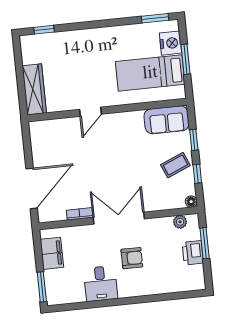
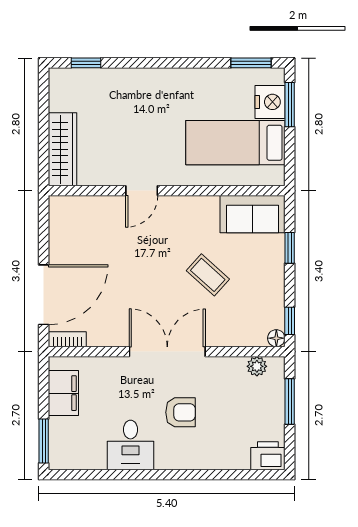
window: (186, 59) -> (290, 105), moved
coffee table: (175, 165) -> (208, 275), moved, turned 65
window: (197, 174) -> (290, 321), moved
bookcase: (80, 214) -> (67, 339), moved
printer: (193, 253) -> (268, 456), moved, turned 90

